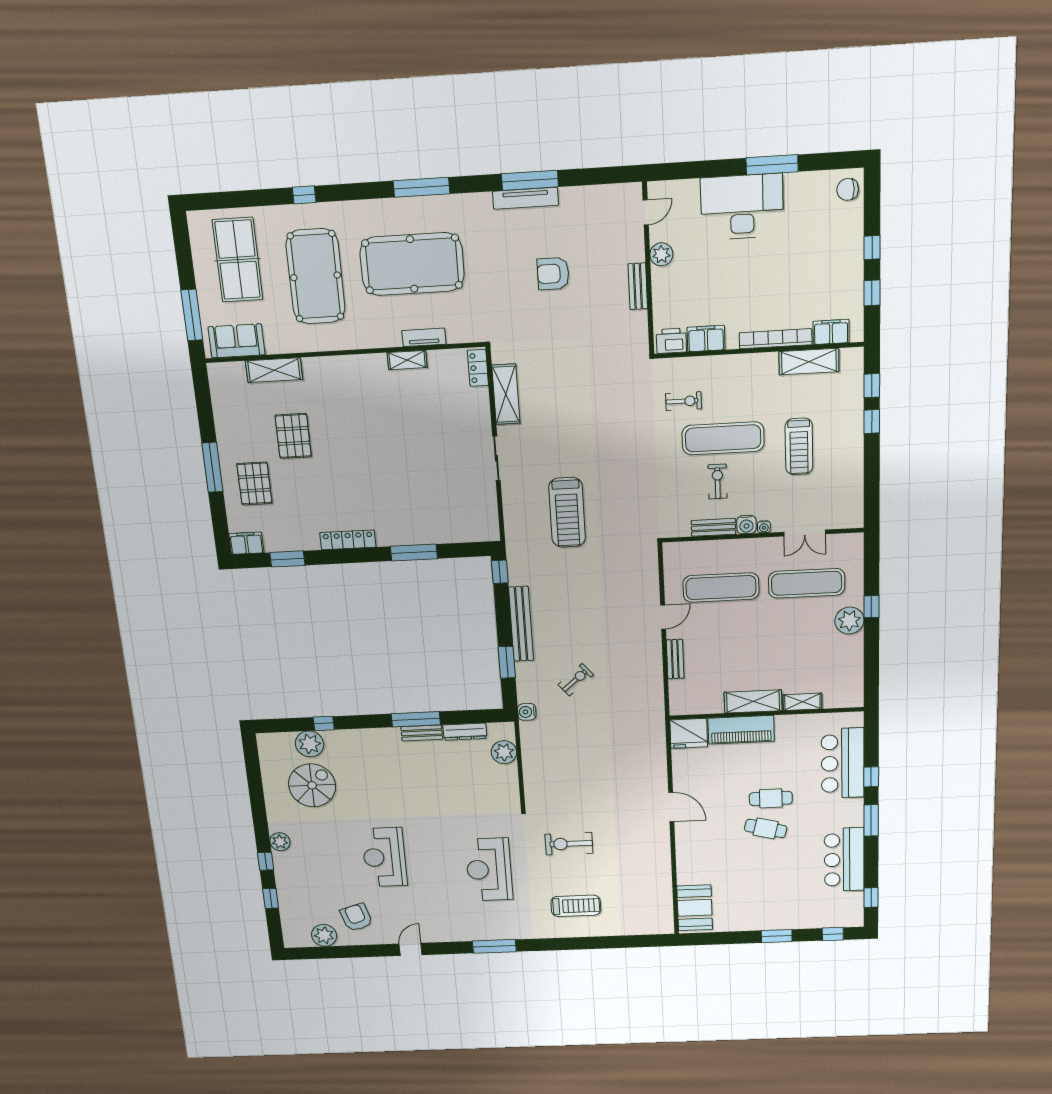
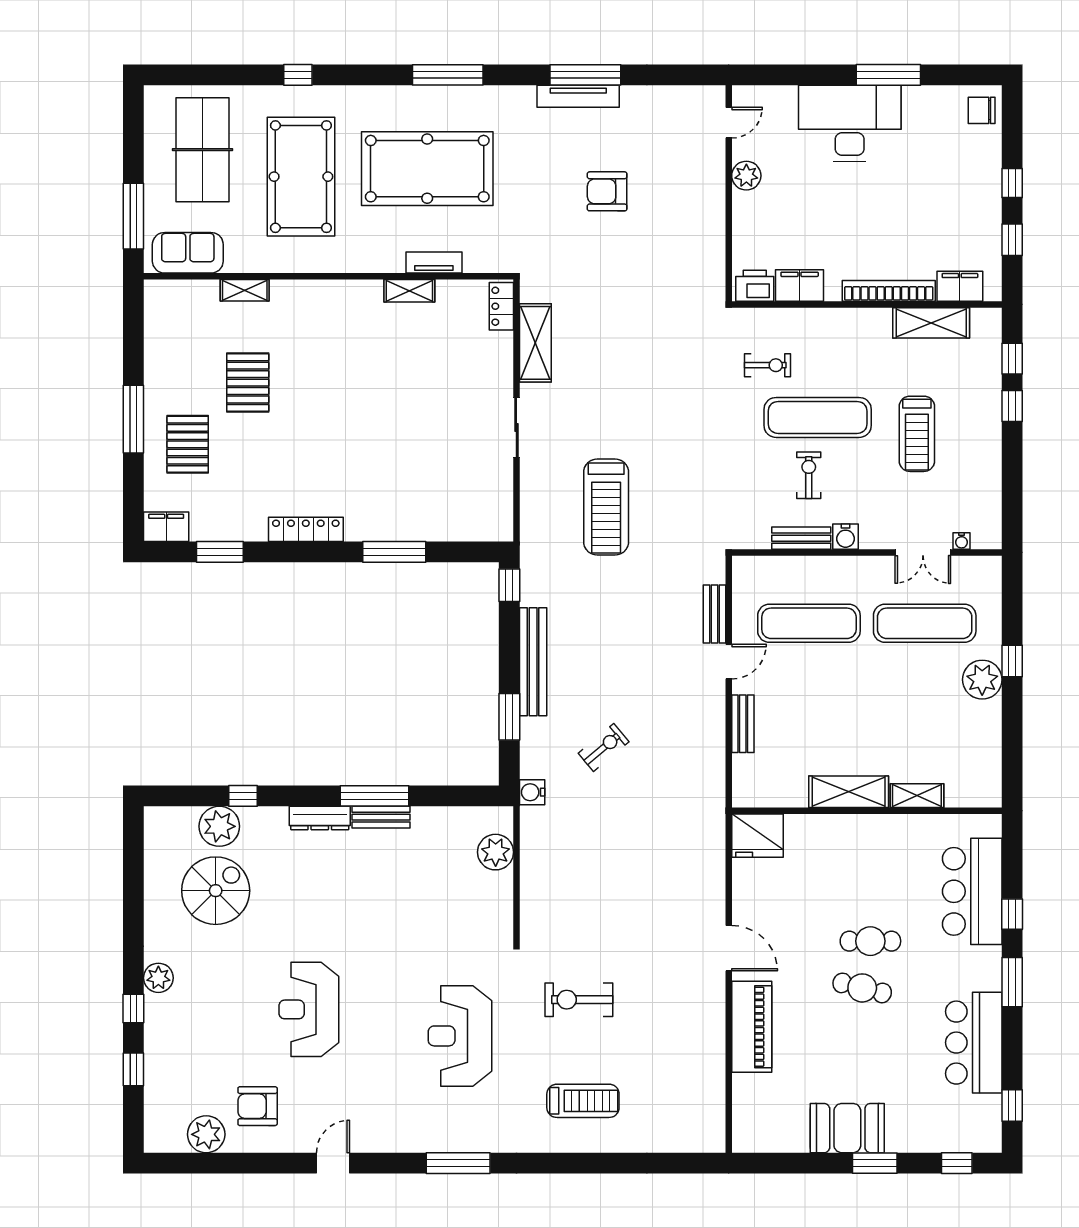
bench: (638, 286) -> (715, 614), moved
shelving: (274, 370) -> (245, 290), width x0.67, depth x0.75
water cooler: (764, 527) -> (962, 541), moved
piano: (741, 730) -> (752, 1027), moved, turned -90
dresser: (465, 732) -> (320, 818), moved
booth: (695, 908) -> (847, 1128), moved, turned 90
armchair: (356, 917) -> (258, 1106), turned -73

